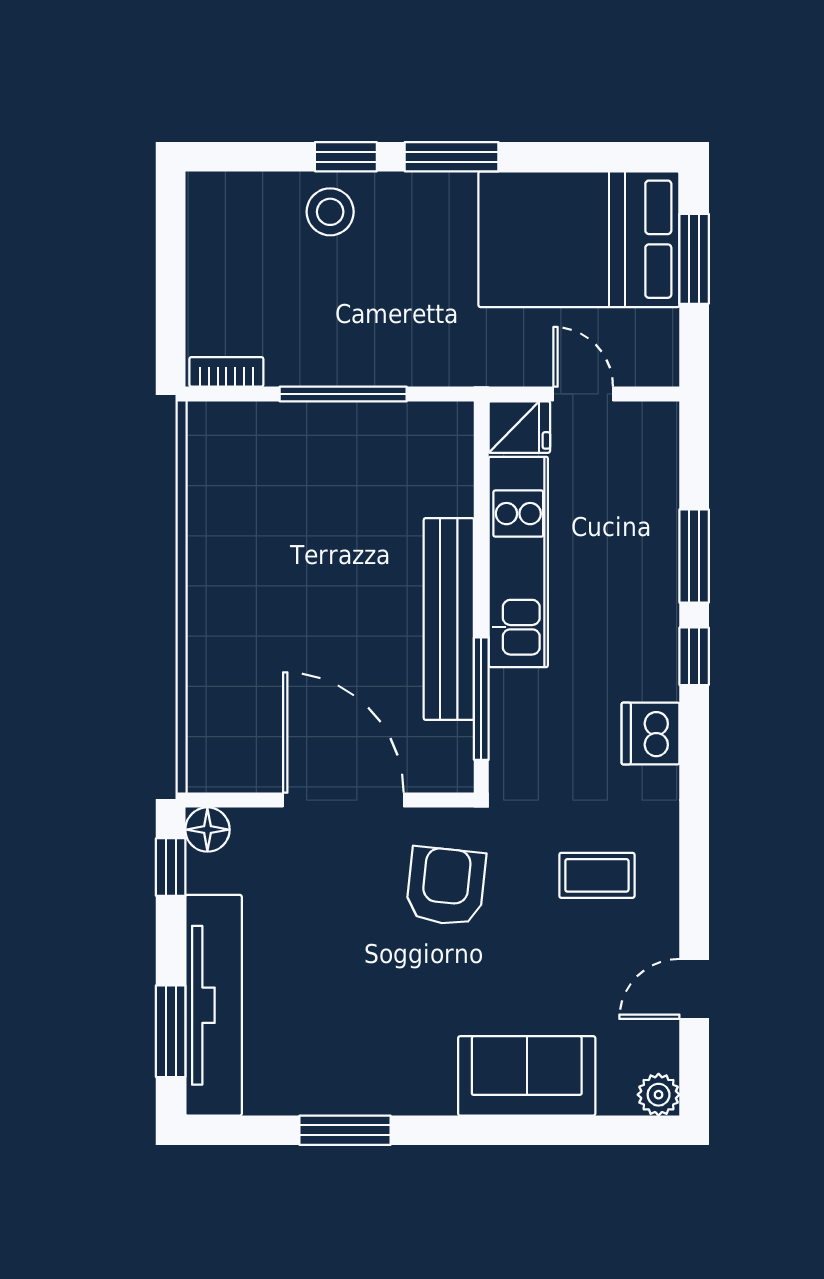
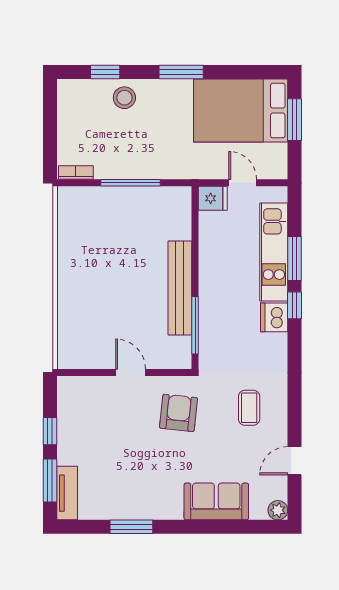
window: (346, 157) -> (105, 72), moved
kitchen unit: (518, 562) -> (274, 252), moved, turned 180
dishwasher: (651, 733) -> (274, 317), moved
door: (343, 800) -> (131, 373), width x0.53
floor lamp: (207, 830) -> (67, 386), removed
window: (171, 867) -> (50, 431), moved
coffee table: (597, 875) -> (249, 408), turned 90
tv unit: (214, 1005) -> (67, 493), width x0.52, depth x0.78

